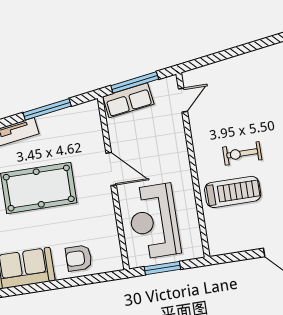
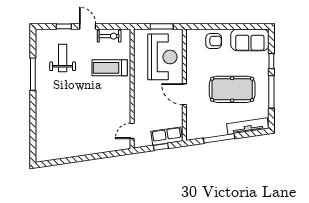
window: (135, 82) -> (161, 147), width x0.46
exercise bike: (242, 153) -> (109, 36), moved

